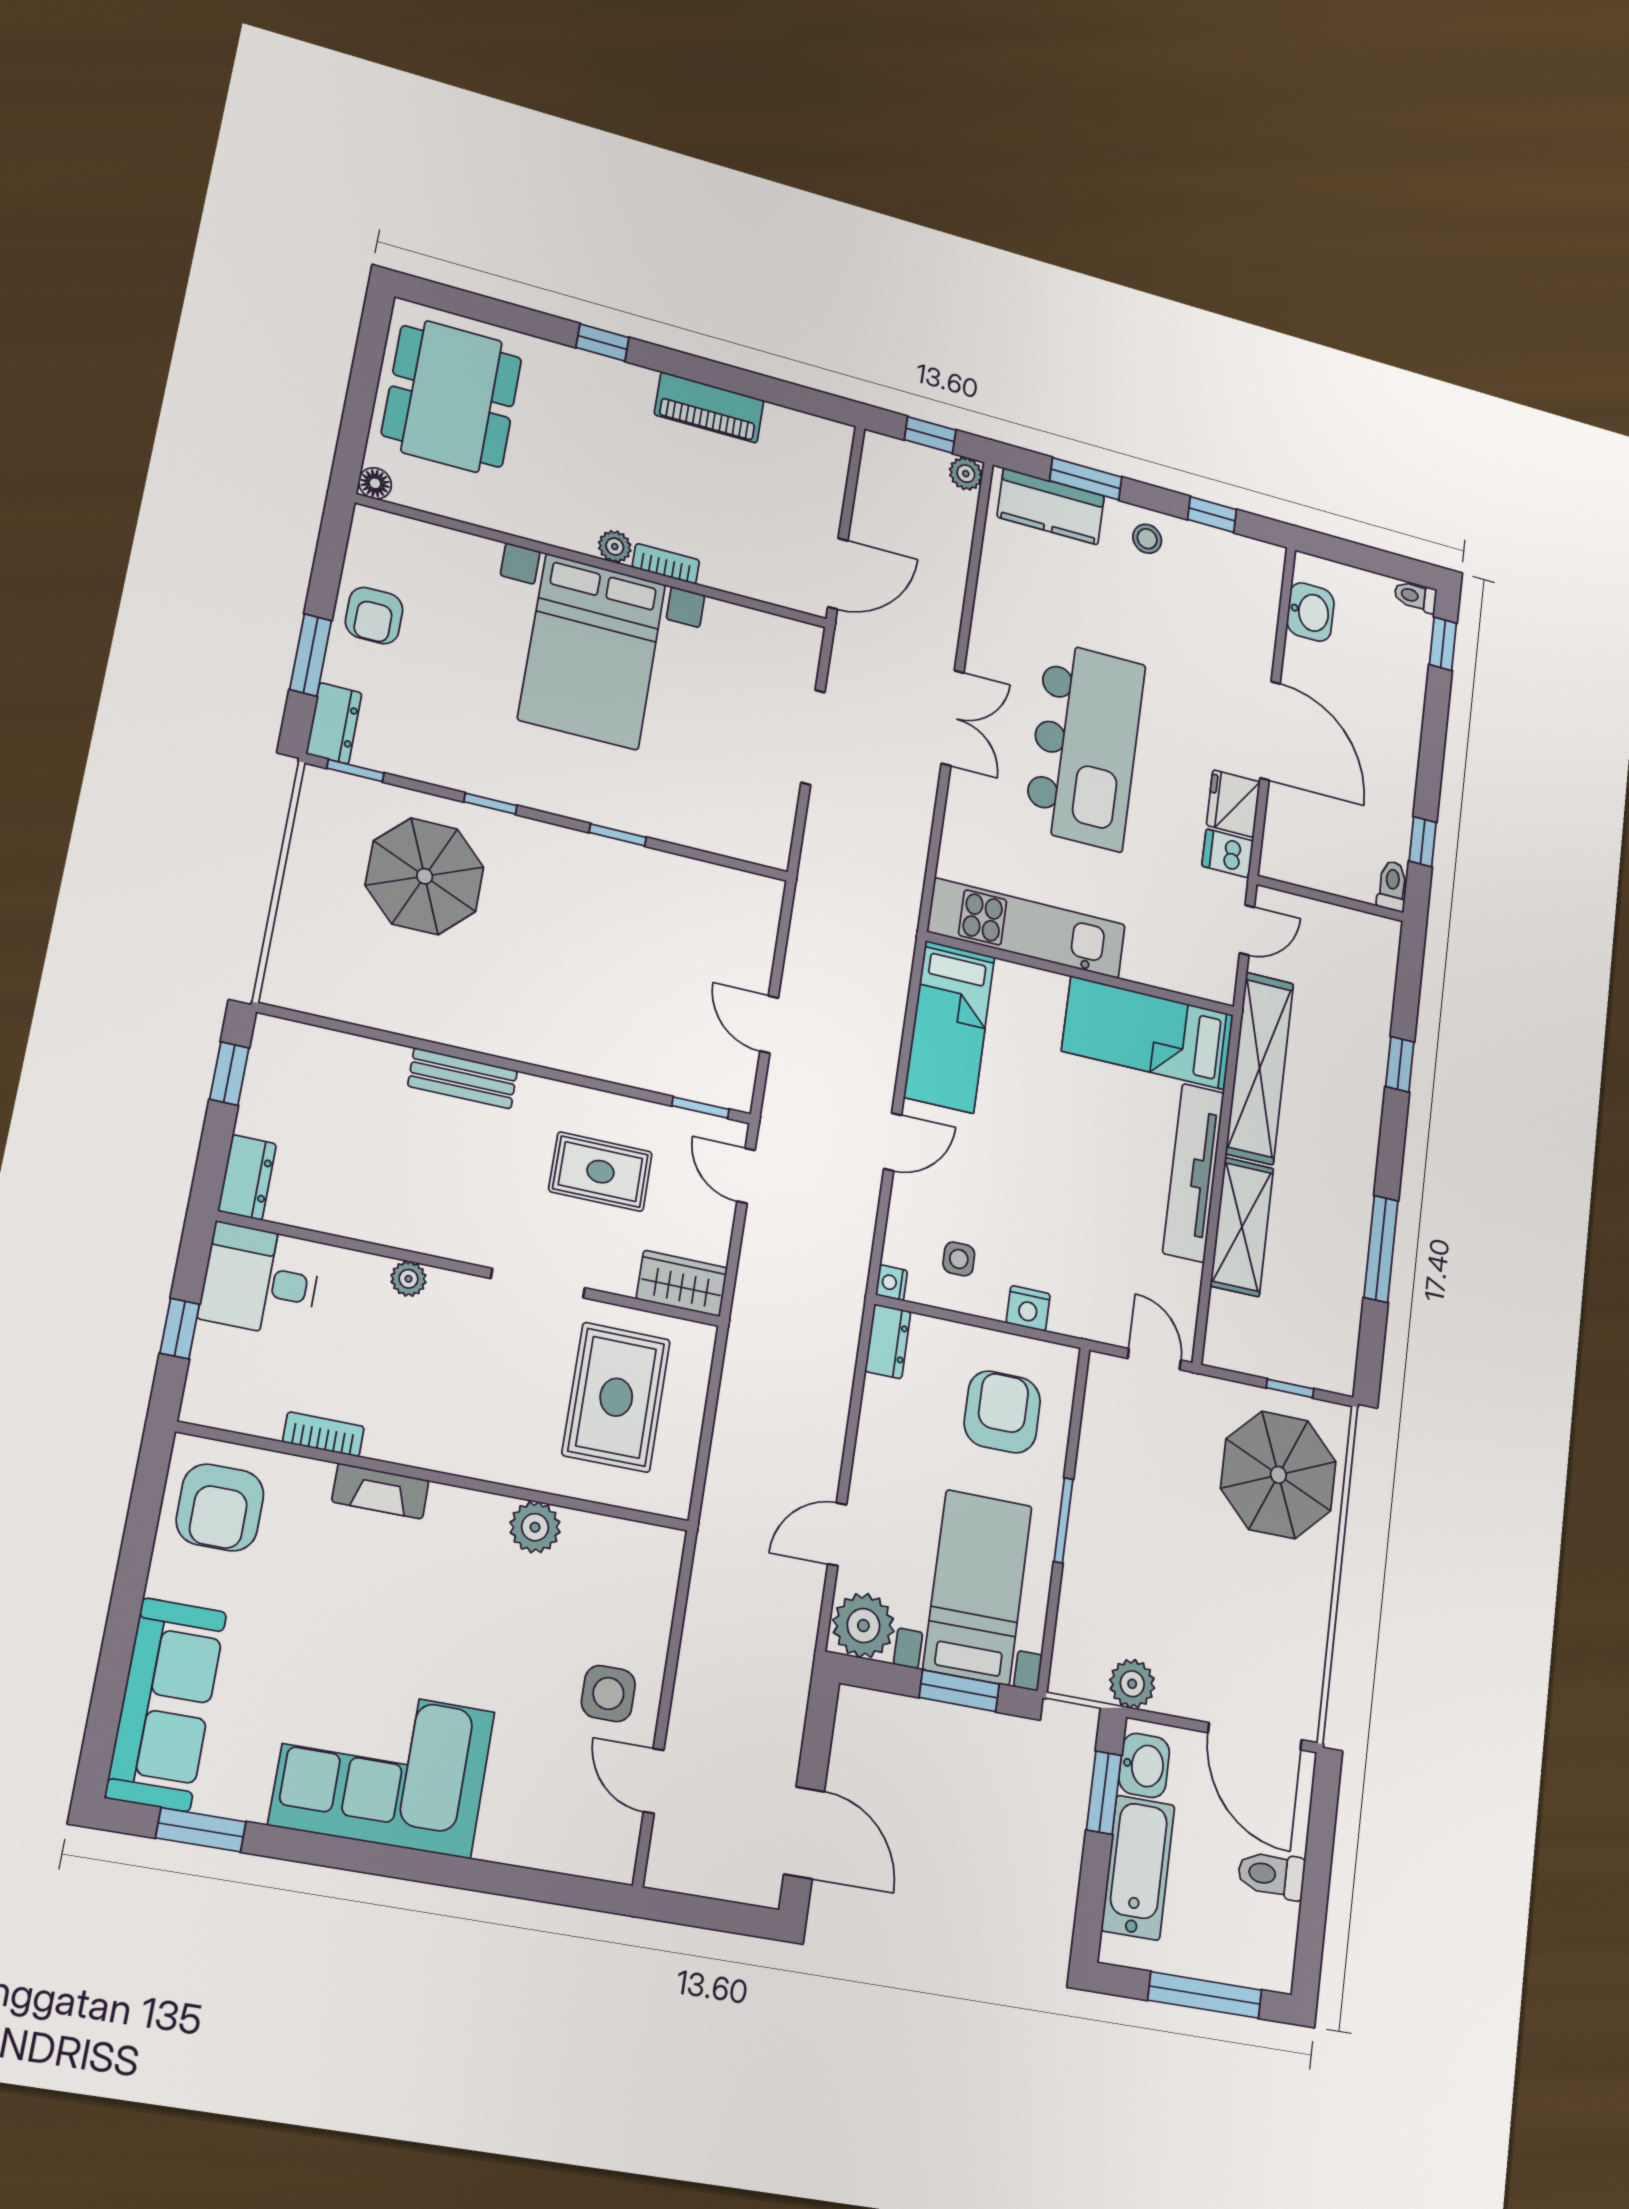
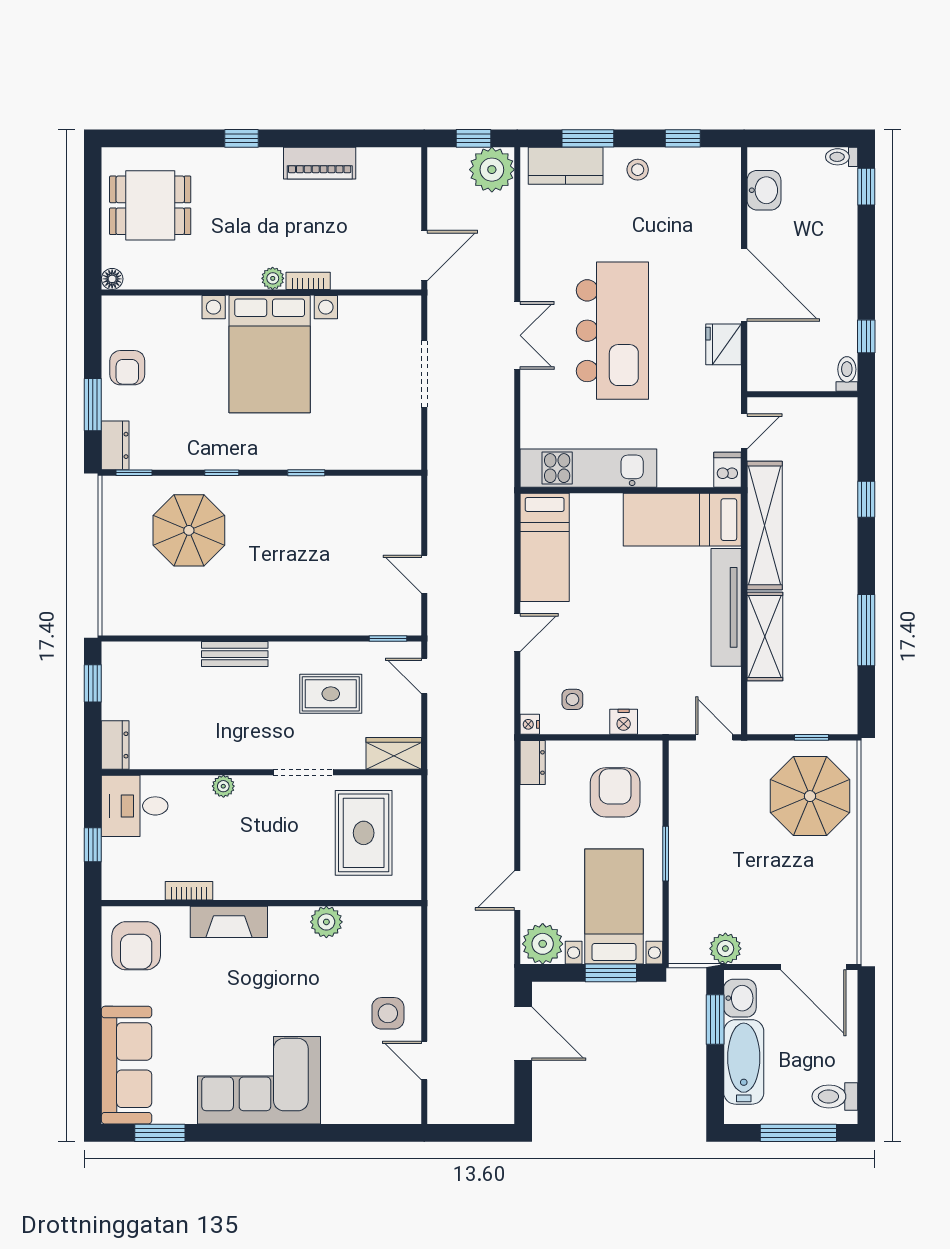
dining table: (452, 396) -> (150, 205), width x0.73
plant: (966, 474) -> (492, 170), width x1.87, depth x1.87
dishwasher: (1228, 853) -> (728, 470), moved, turned 90
fireplace: (380, 1491) -> (229, 922), width x1.37, depth x1.32
door: (804, 1833) -> (523, 1034), moved
toilet: (1271, 1875) -> (835, 1096), moved

